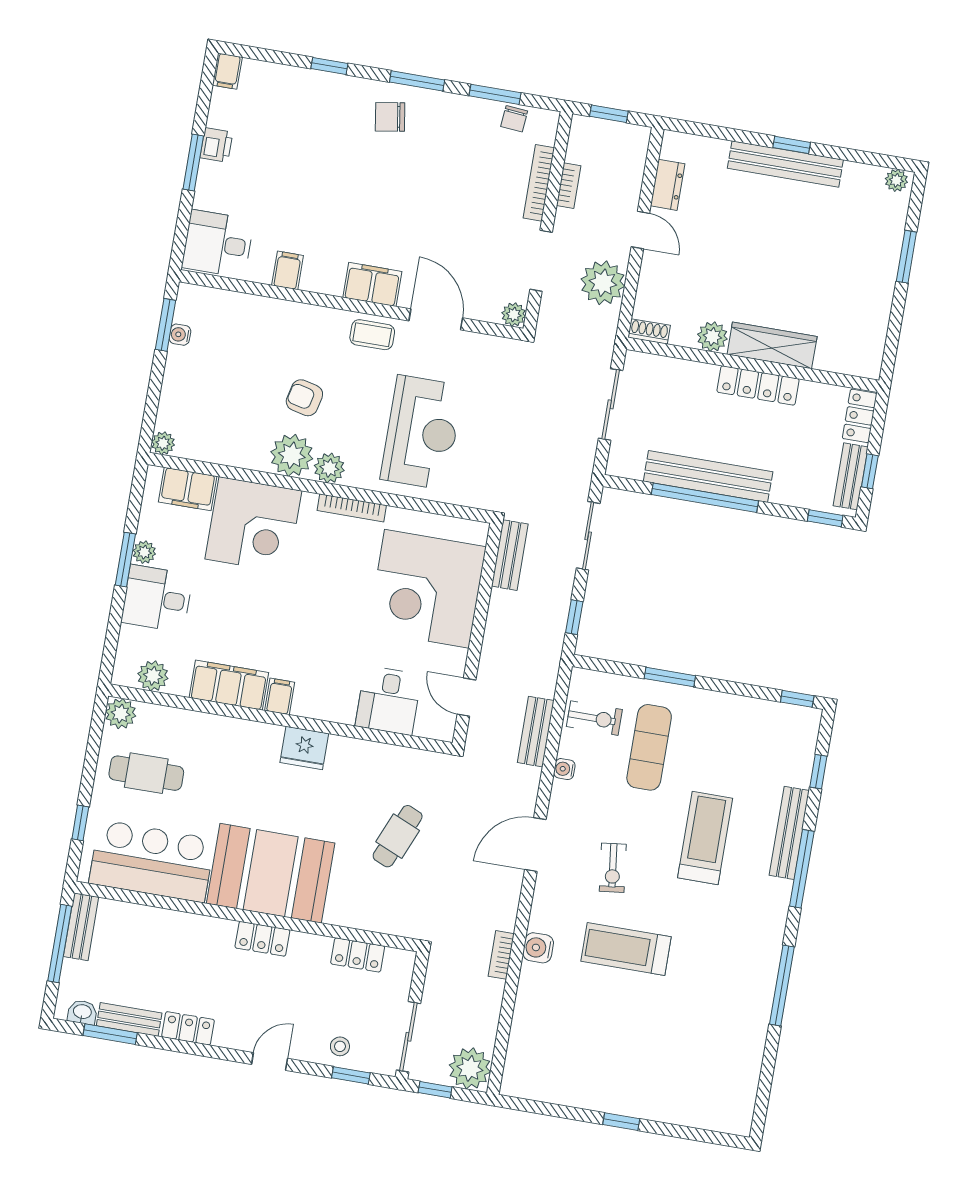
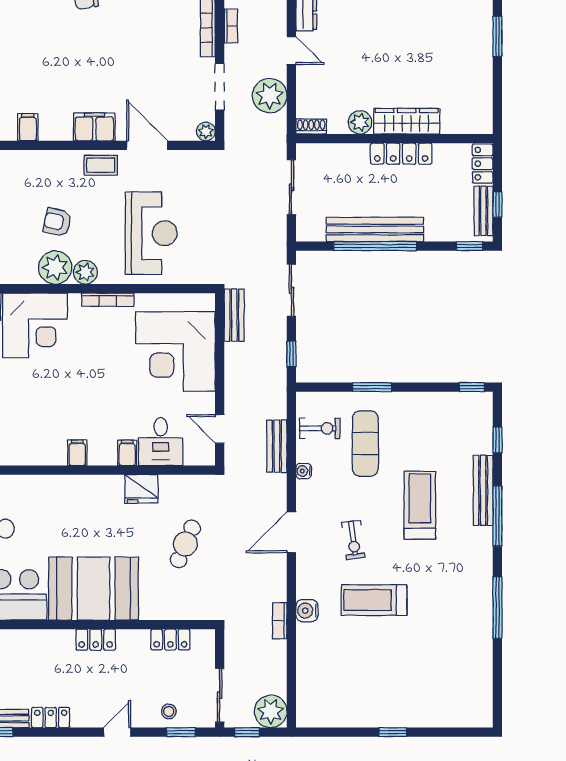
filing cabinet: (229, 685) -> (127, 453), moved, width x0.33, depth x0.86
fridge: (304, 748) -> (141, 489), moved

